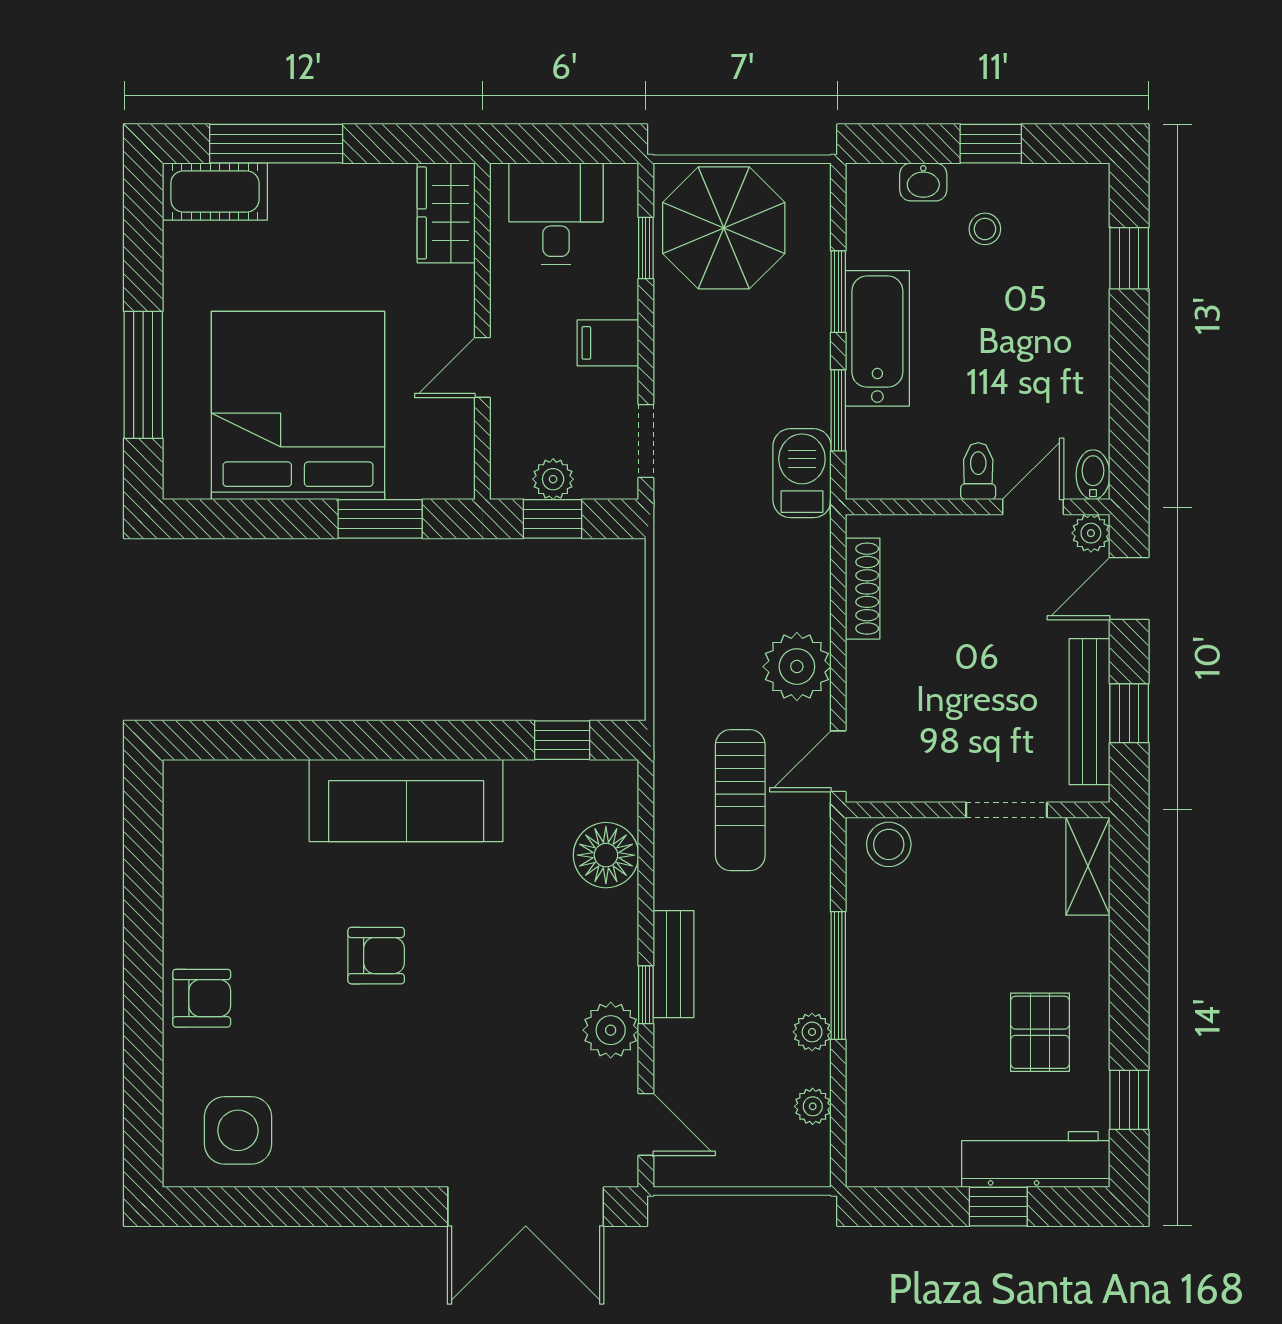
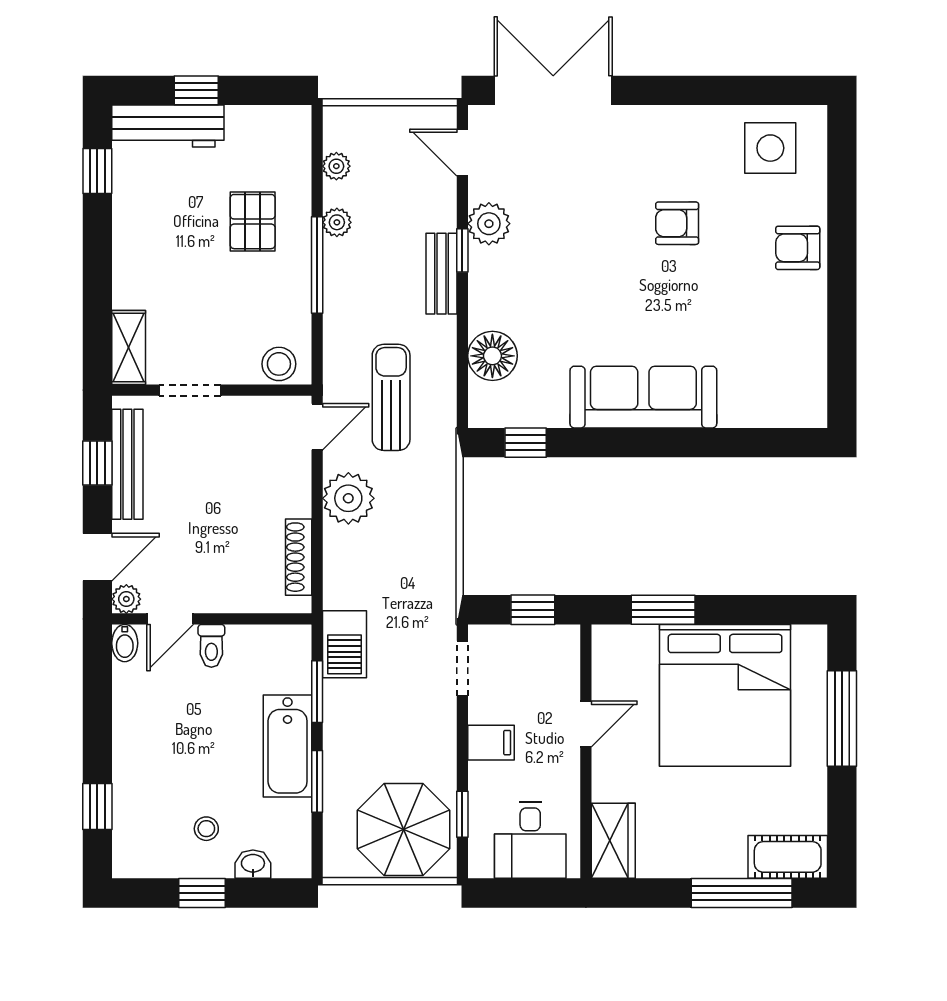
plant: (553, 479) -> (532, 640), removed
armchair: (376, 956) -> (677, 223), moved
pallet: (1040, 1032) -> (253, 222), moved

